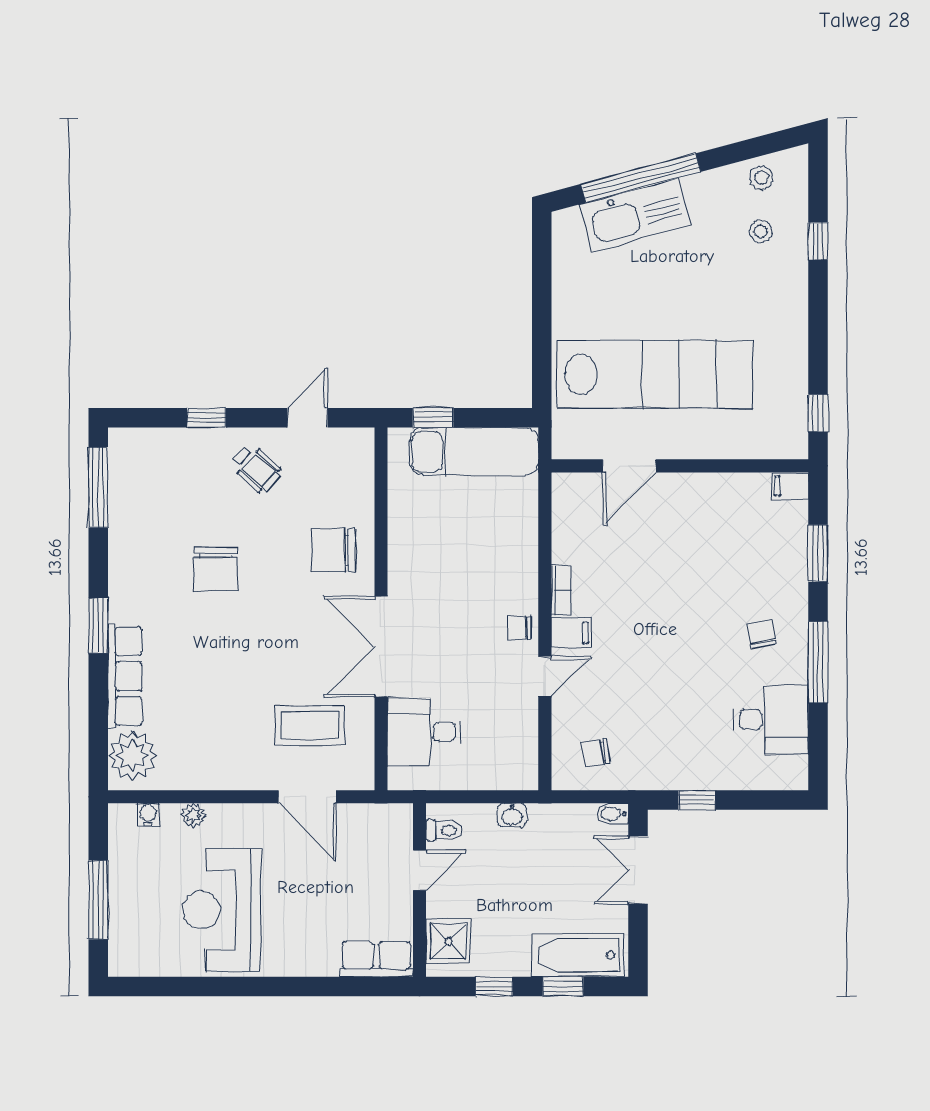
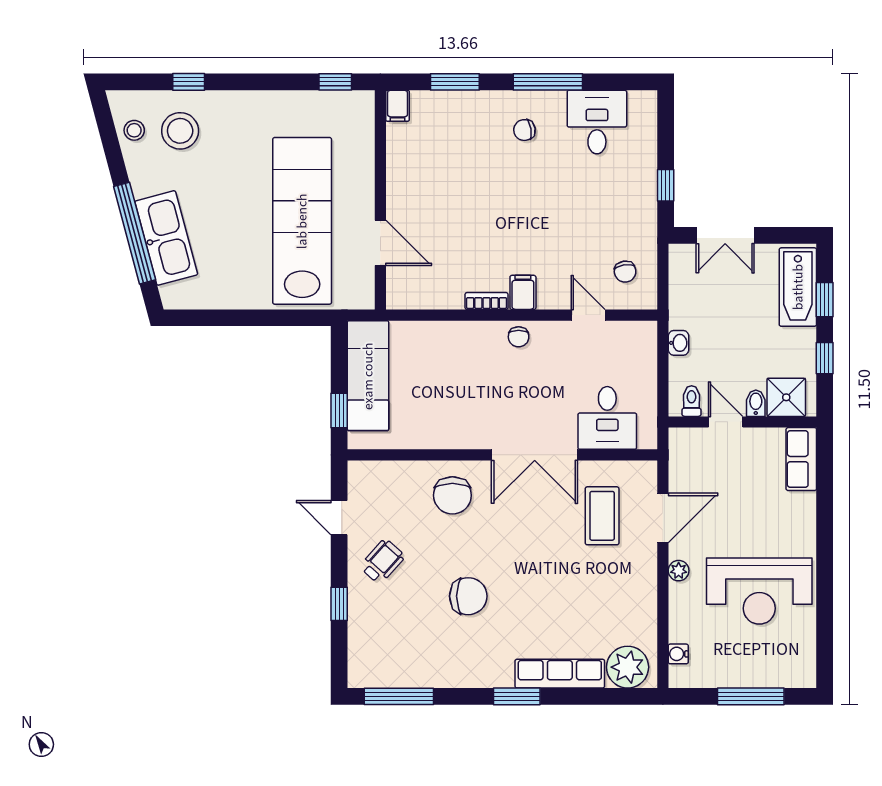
stool: (761, 231) -> (180, 131), width x1.89, depth x1.89
door: (545, 676) -> (588, 315), moved
bidet: (613, 814) -> (756, 403), moved, turned 180
plant: (193, 815) -> (679, 571), moved

